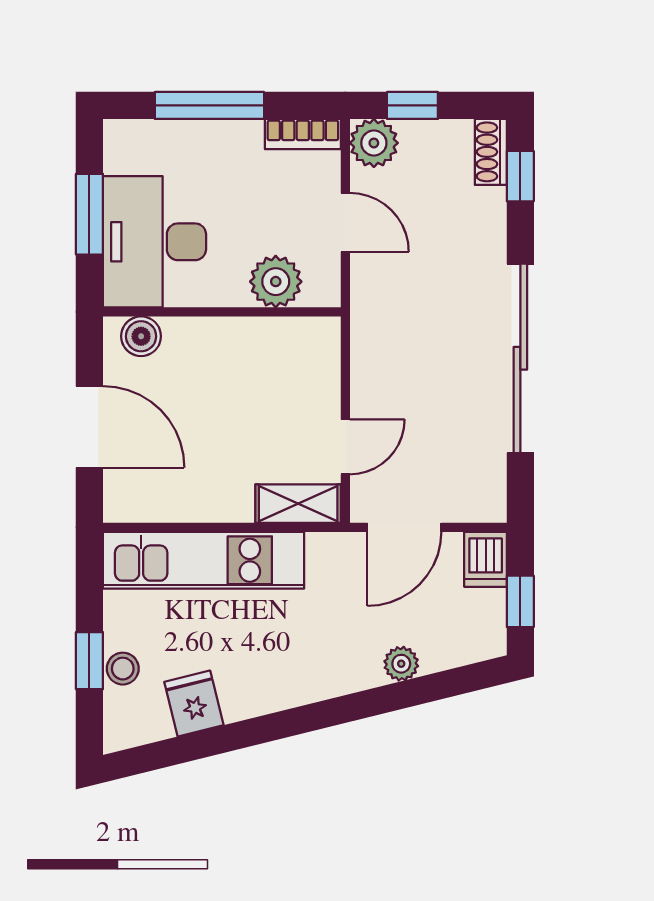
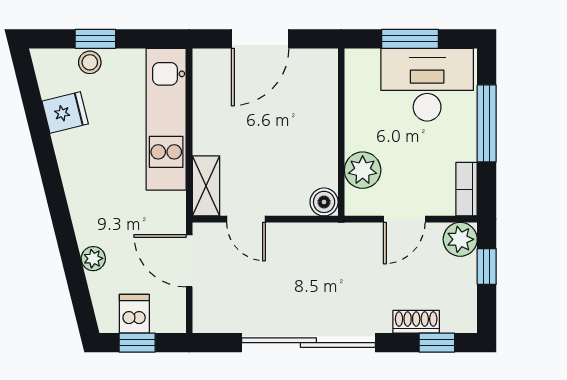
shoe rack: (491, 152) -> (416, 322), moved
desk: (154, 242) -> (427, 85), moved
boiler: (141, 336) -> (324, 202), moved
dishwasher: (486, 559) -> (134, 314), moved, turned 90

